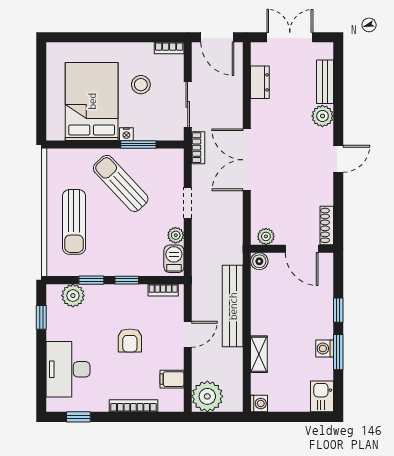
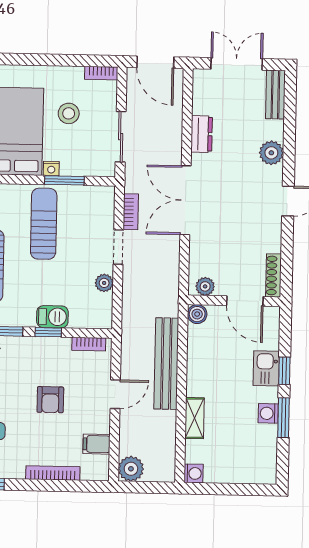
dresser: (260, 82) -> (202, 134), moved
bench: (325, 82) -> (275, 95), moved
bookcase: (198, 148) -> (131, 212), moved
sun lounger: (121, 183) -> (44, 224), turned 43
barbecue: (174, 259) -> (52, 317), moved, turned 90
plant: (207, 396) -> (131, 469), width x0.73, depth x0.73
kitchen sink: (322, 396) -> (266, 368), moved

